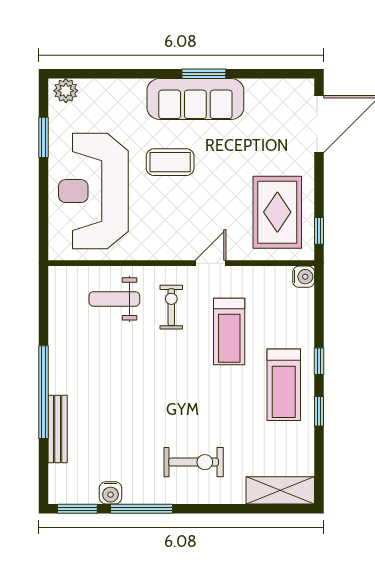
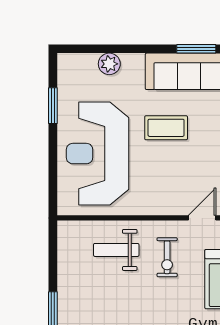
plant: (66, 91) -> (109, 64), moved
exercise bike: (171, 307) -> (167, 257), turned 180

